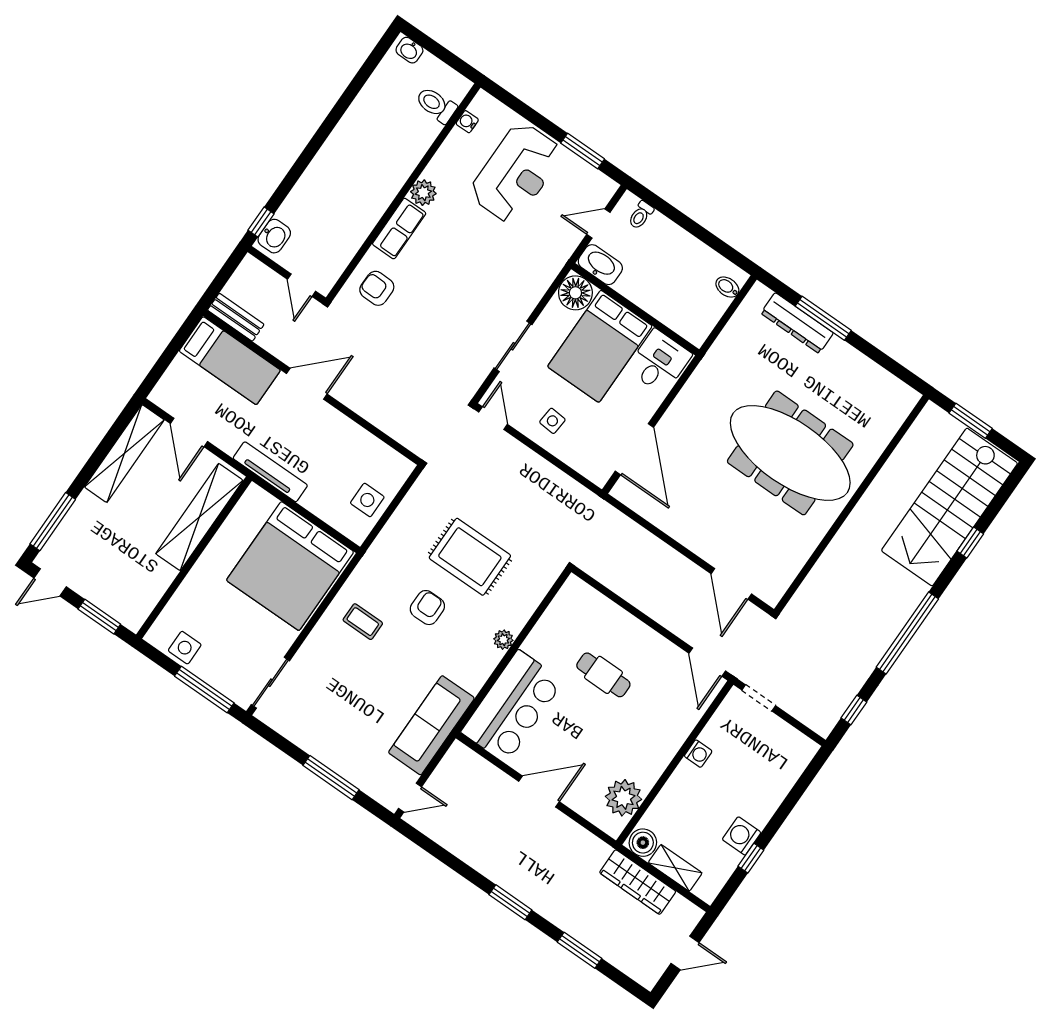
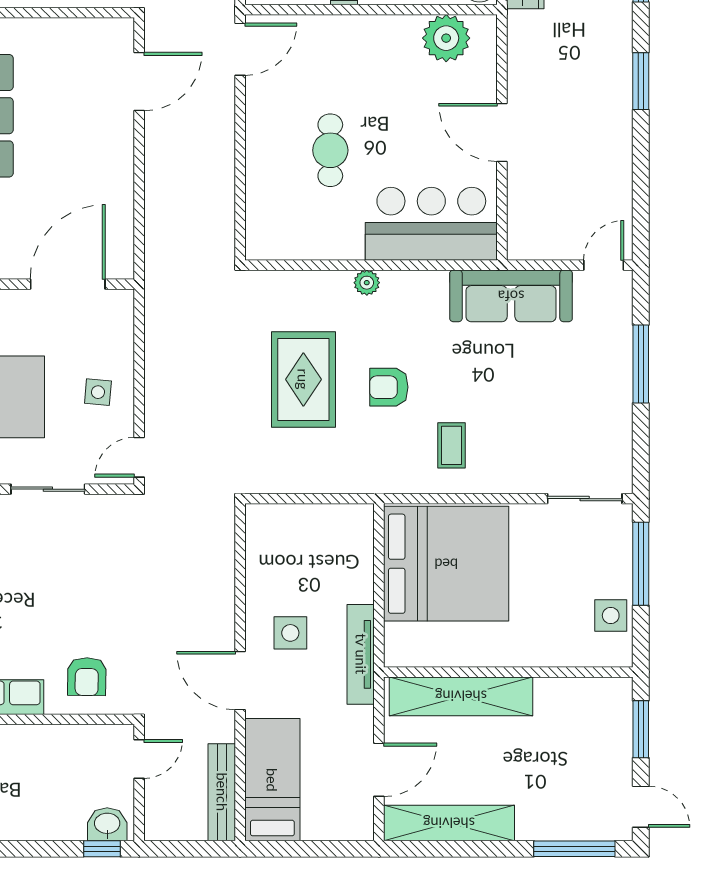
bench: (236, 317) -> (222, 792), width x1.36
side table: (367, 500) -> (290, 633), moved
door: (410, 798) -> (604, 265), hinge flipped

